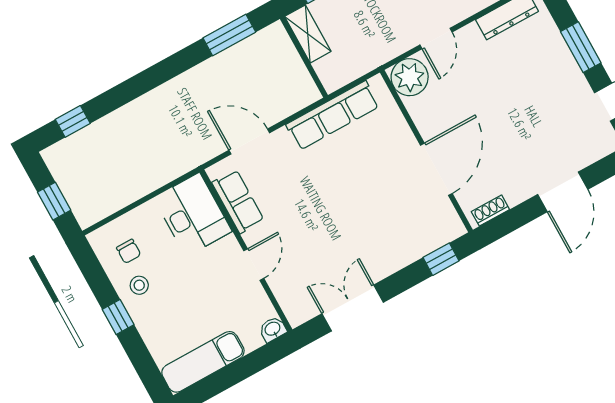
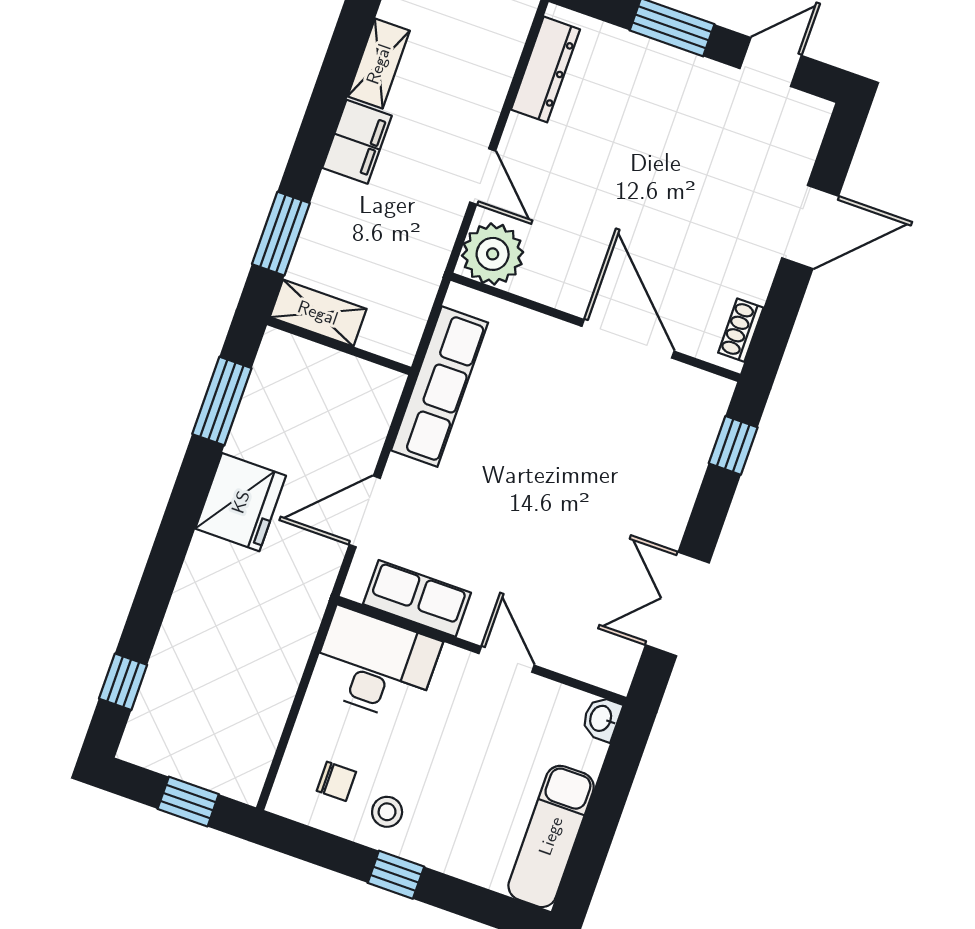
fridge: (197, 88) -> (241, 502), added
door: (563, 192) -> (810, 227), hinge flipped

